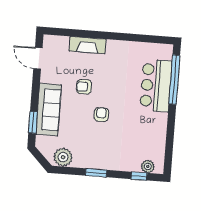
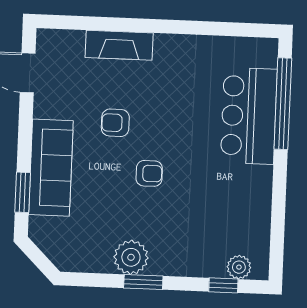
armchair: (101, 115) -> (149, 173), turned 90
plant: (63, 157) -> (131, 257), moved

